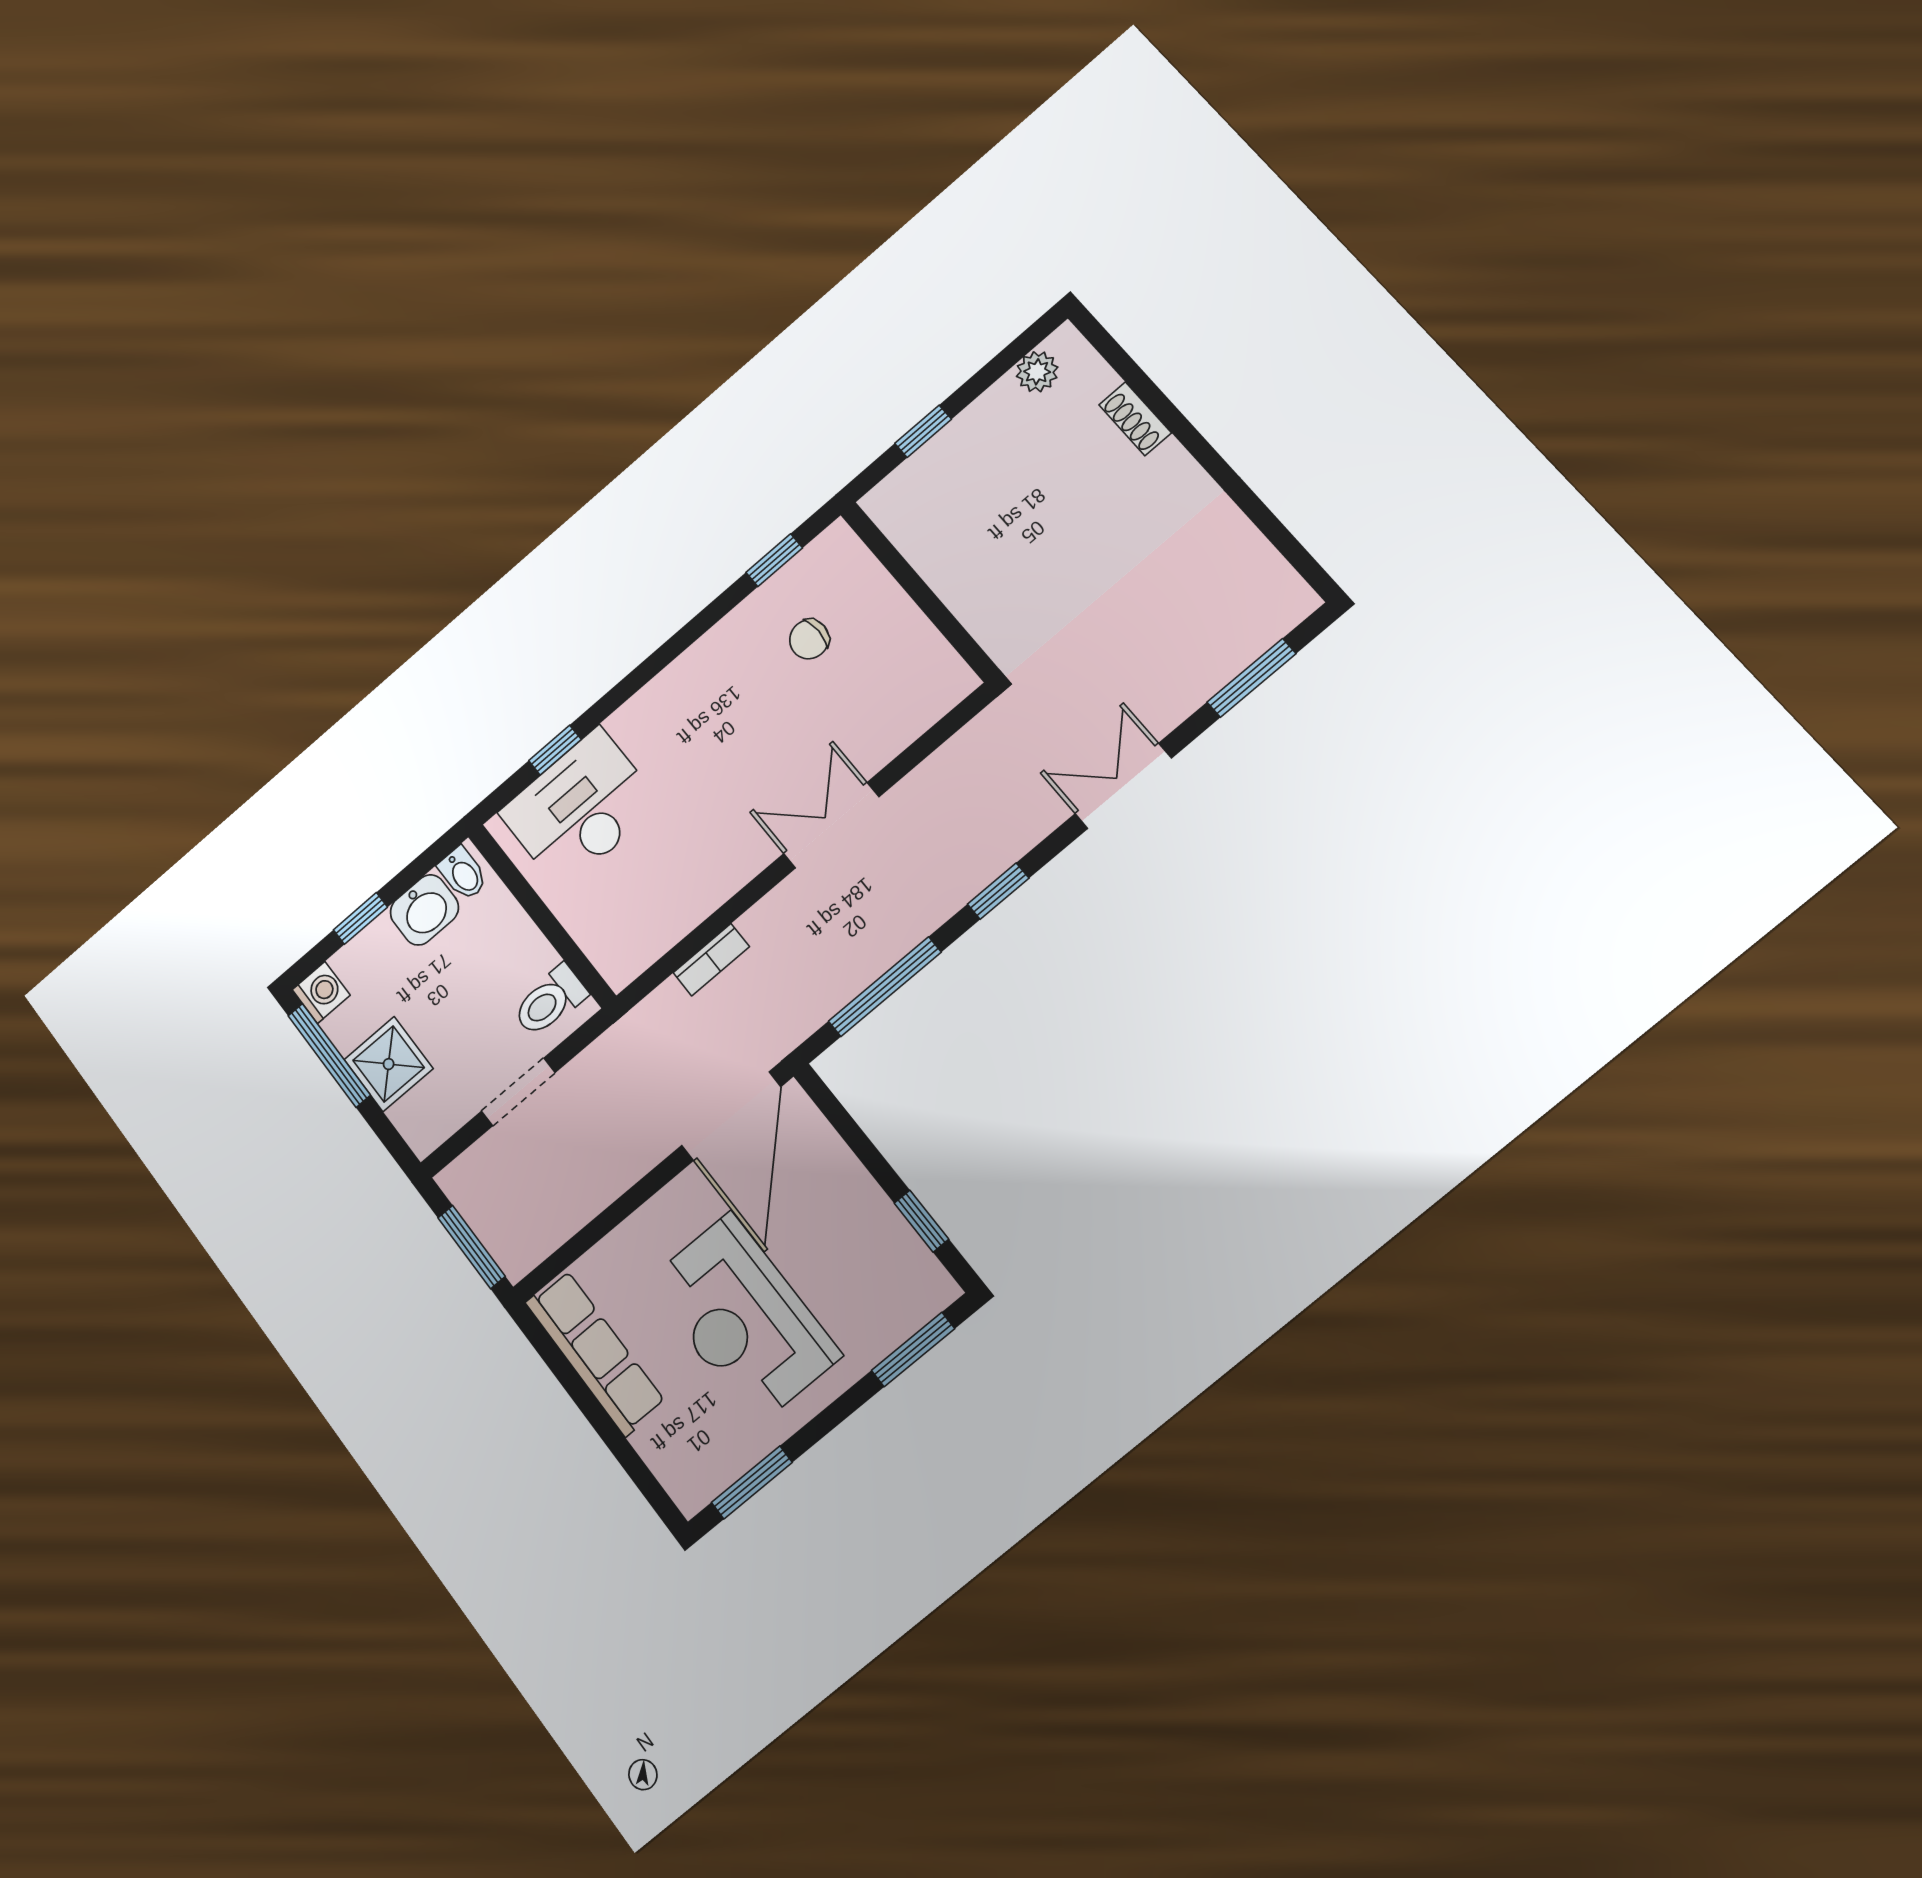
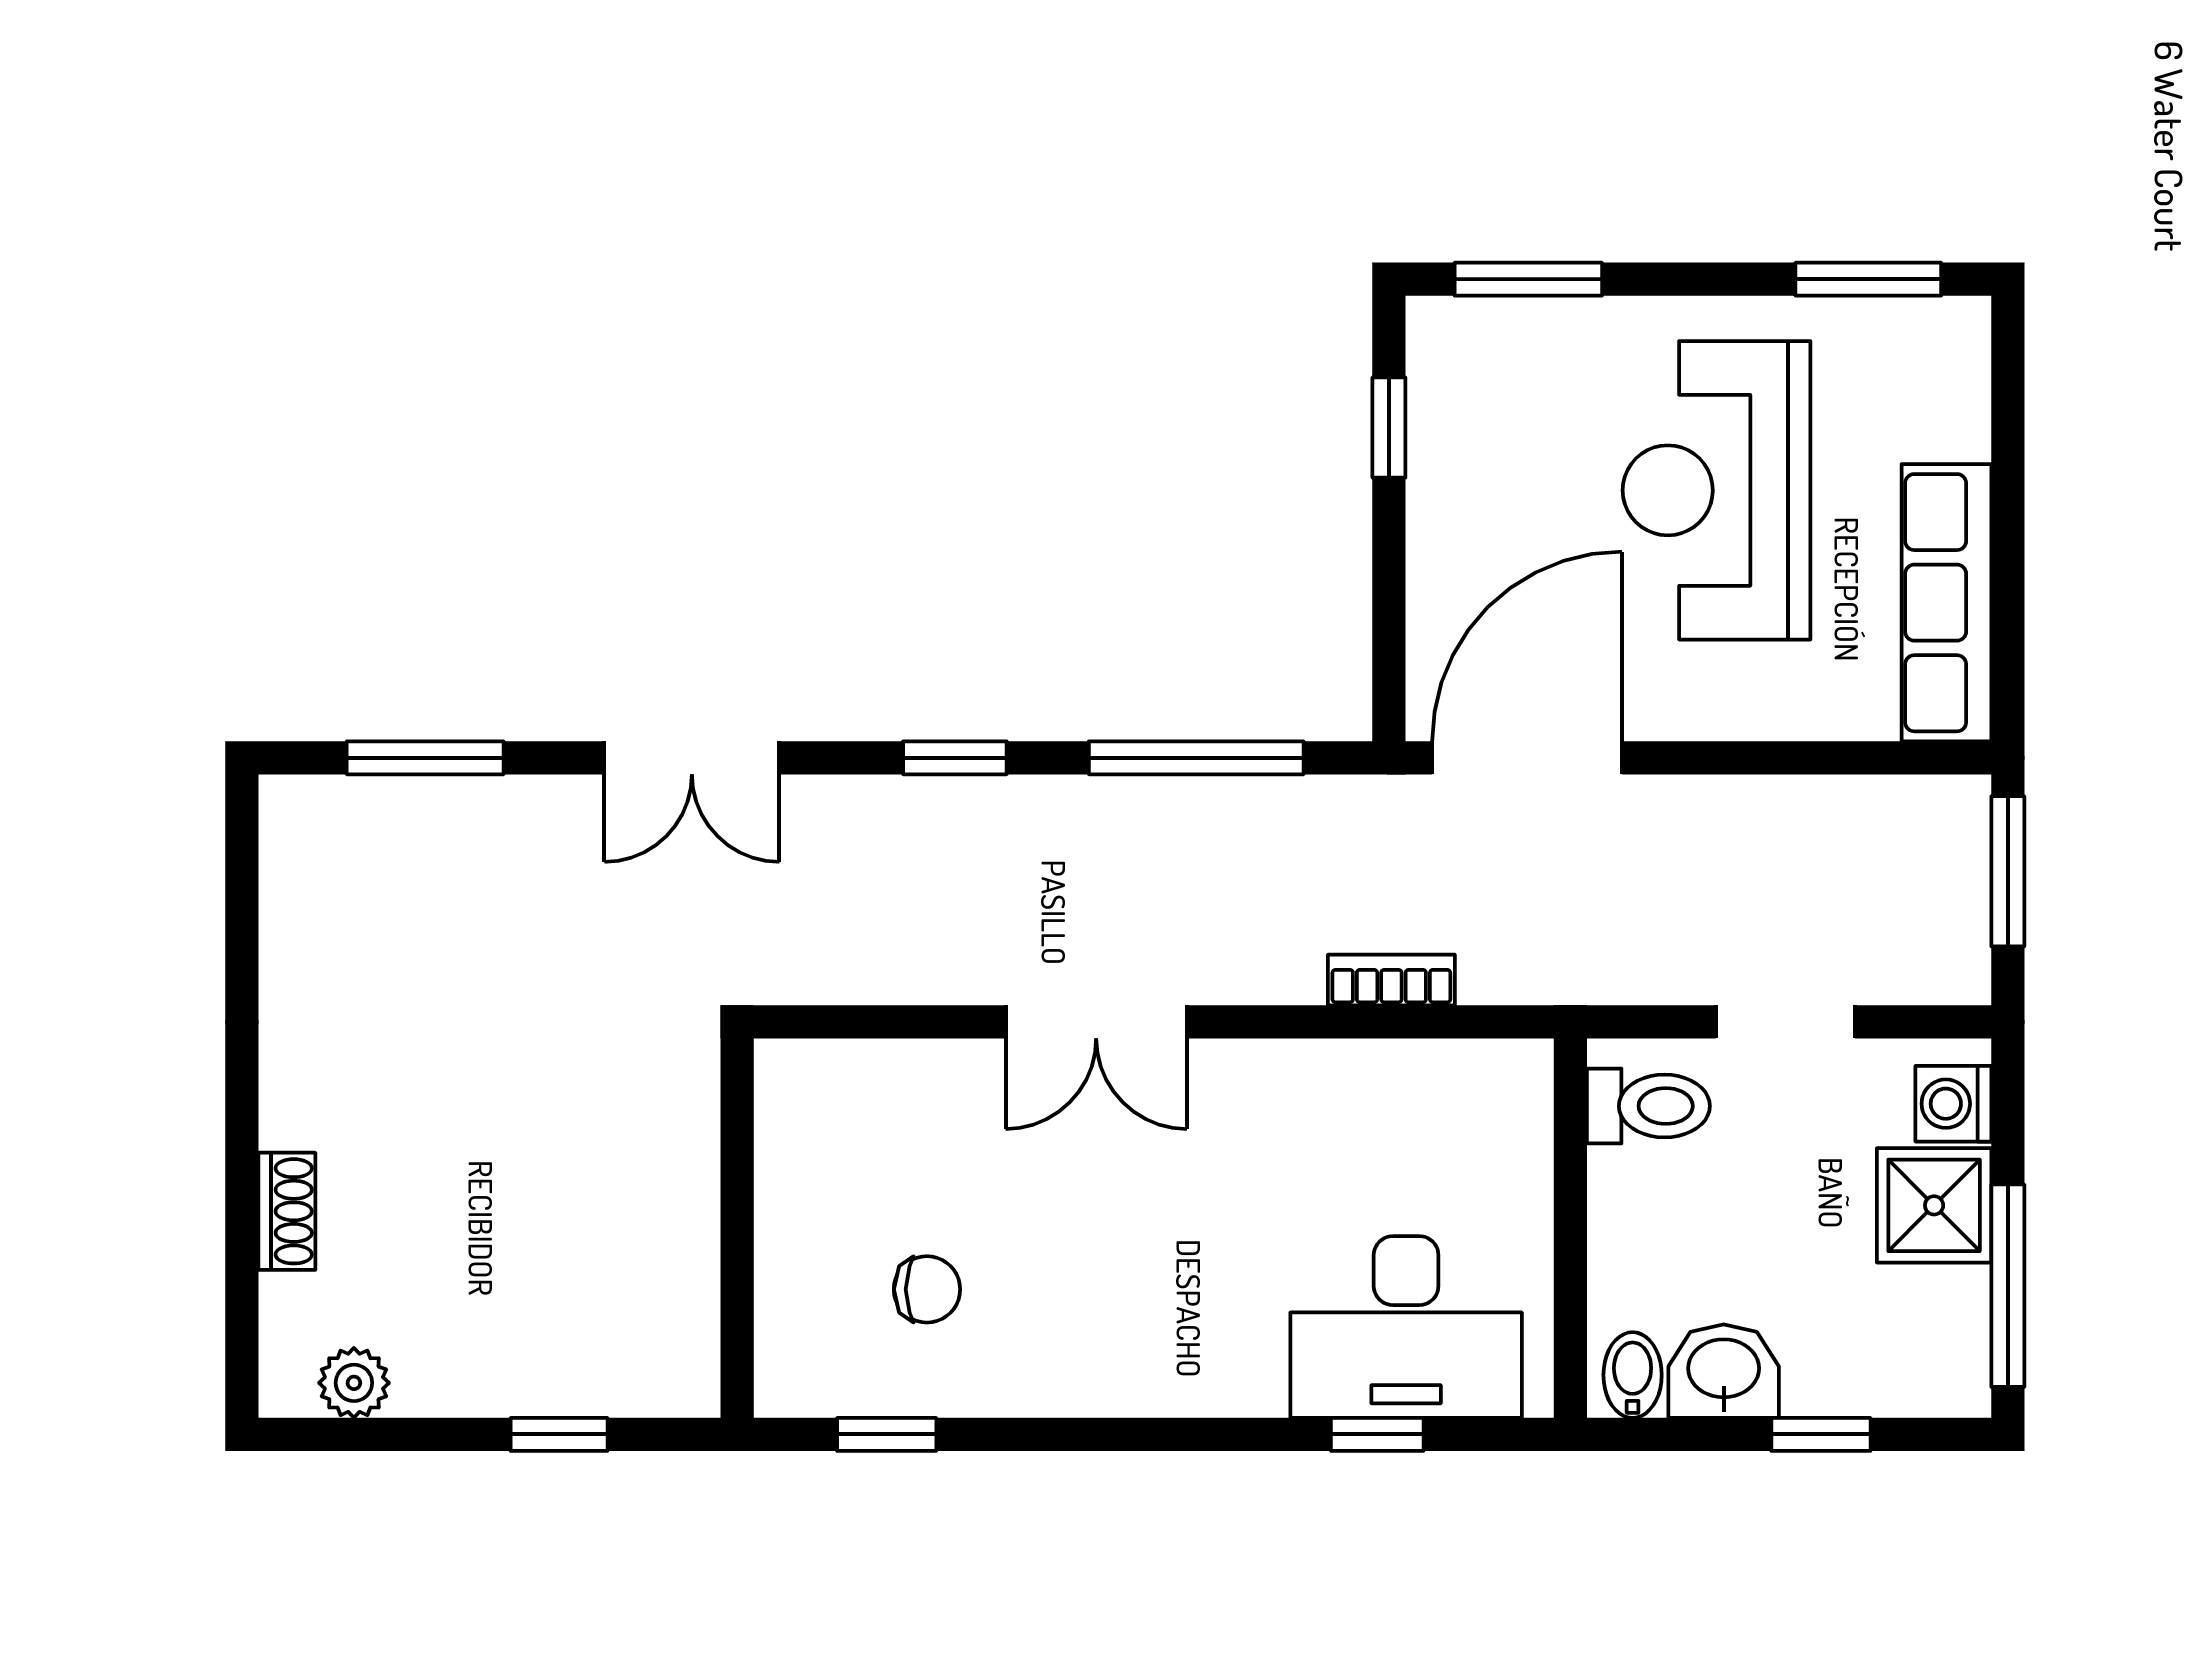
washing machine: (321, 992) -> (1953, 1104), moved
reception desk: (743, 1319) -> (1717, 490), turned 180

